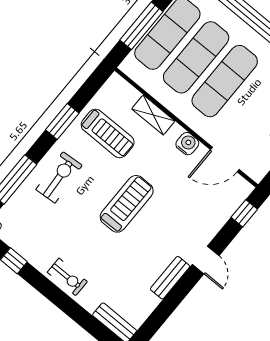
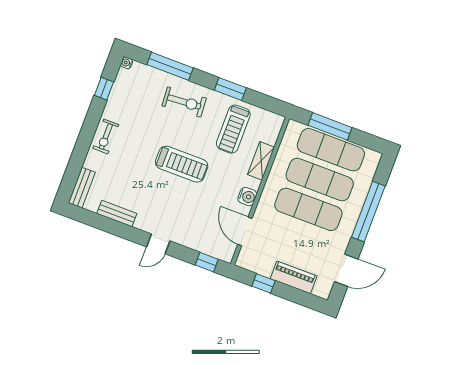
bench: (170, 278) -> (117, 214), moved

